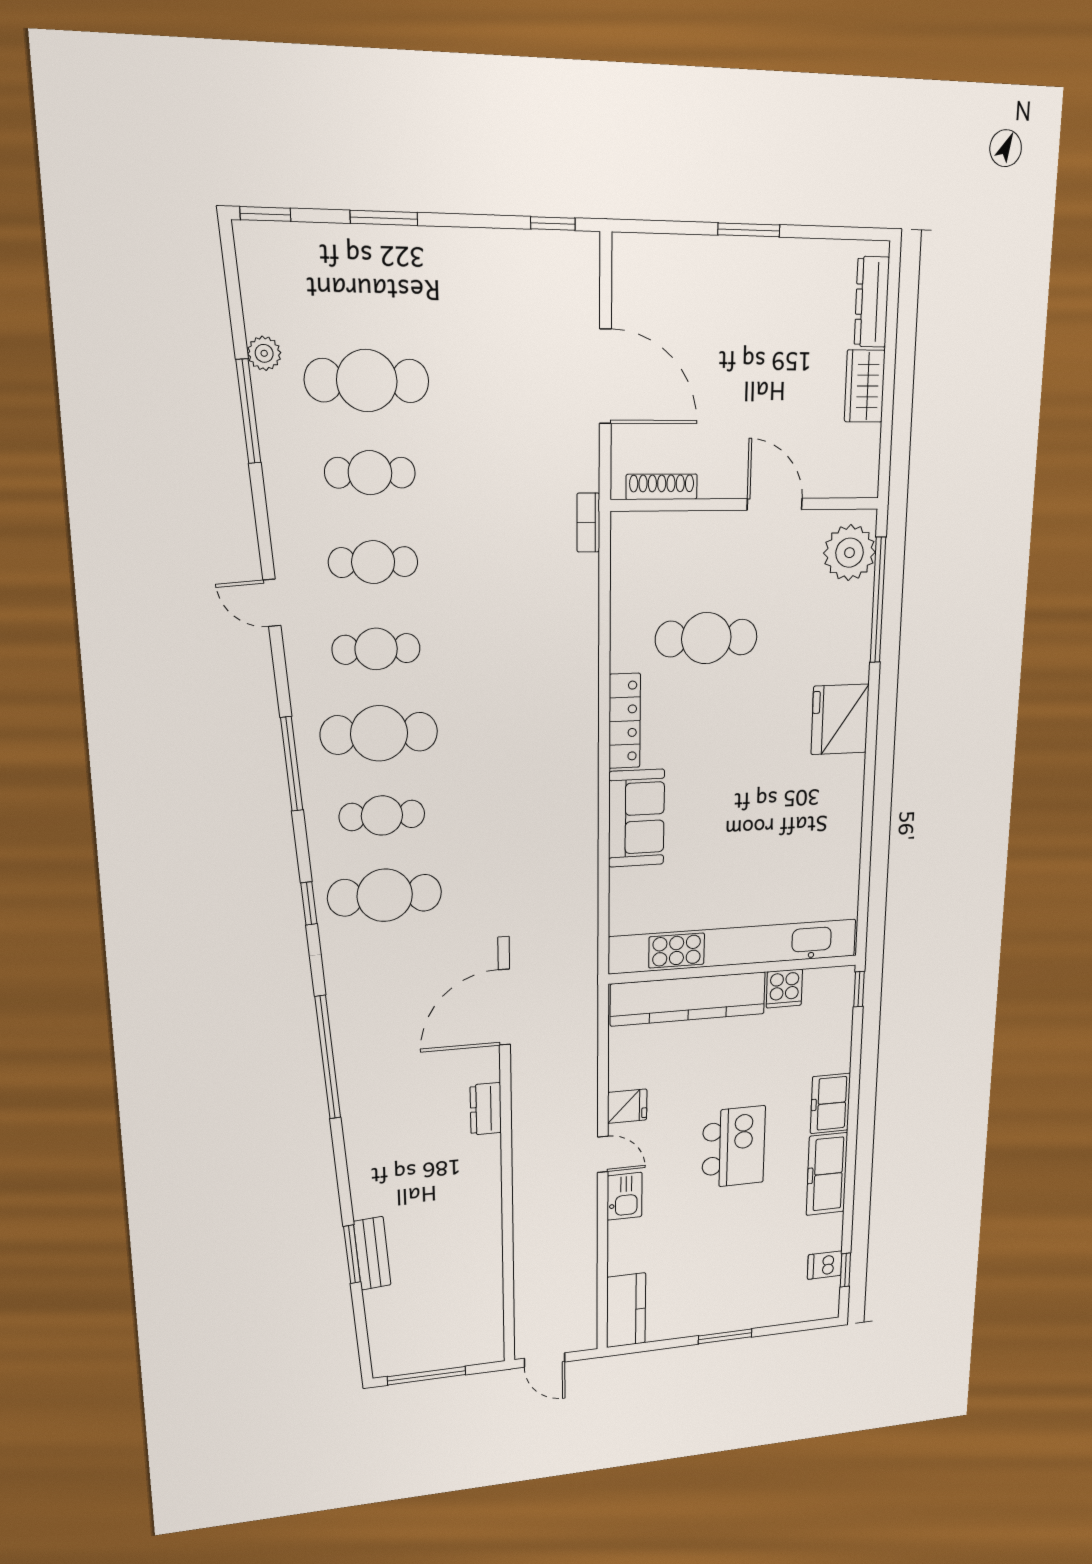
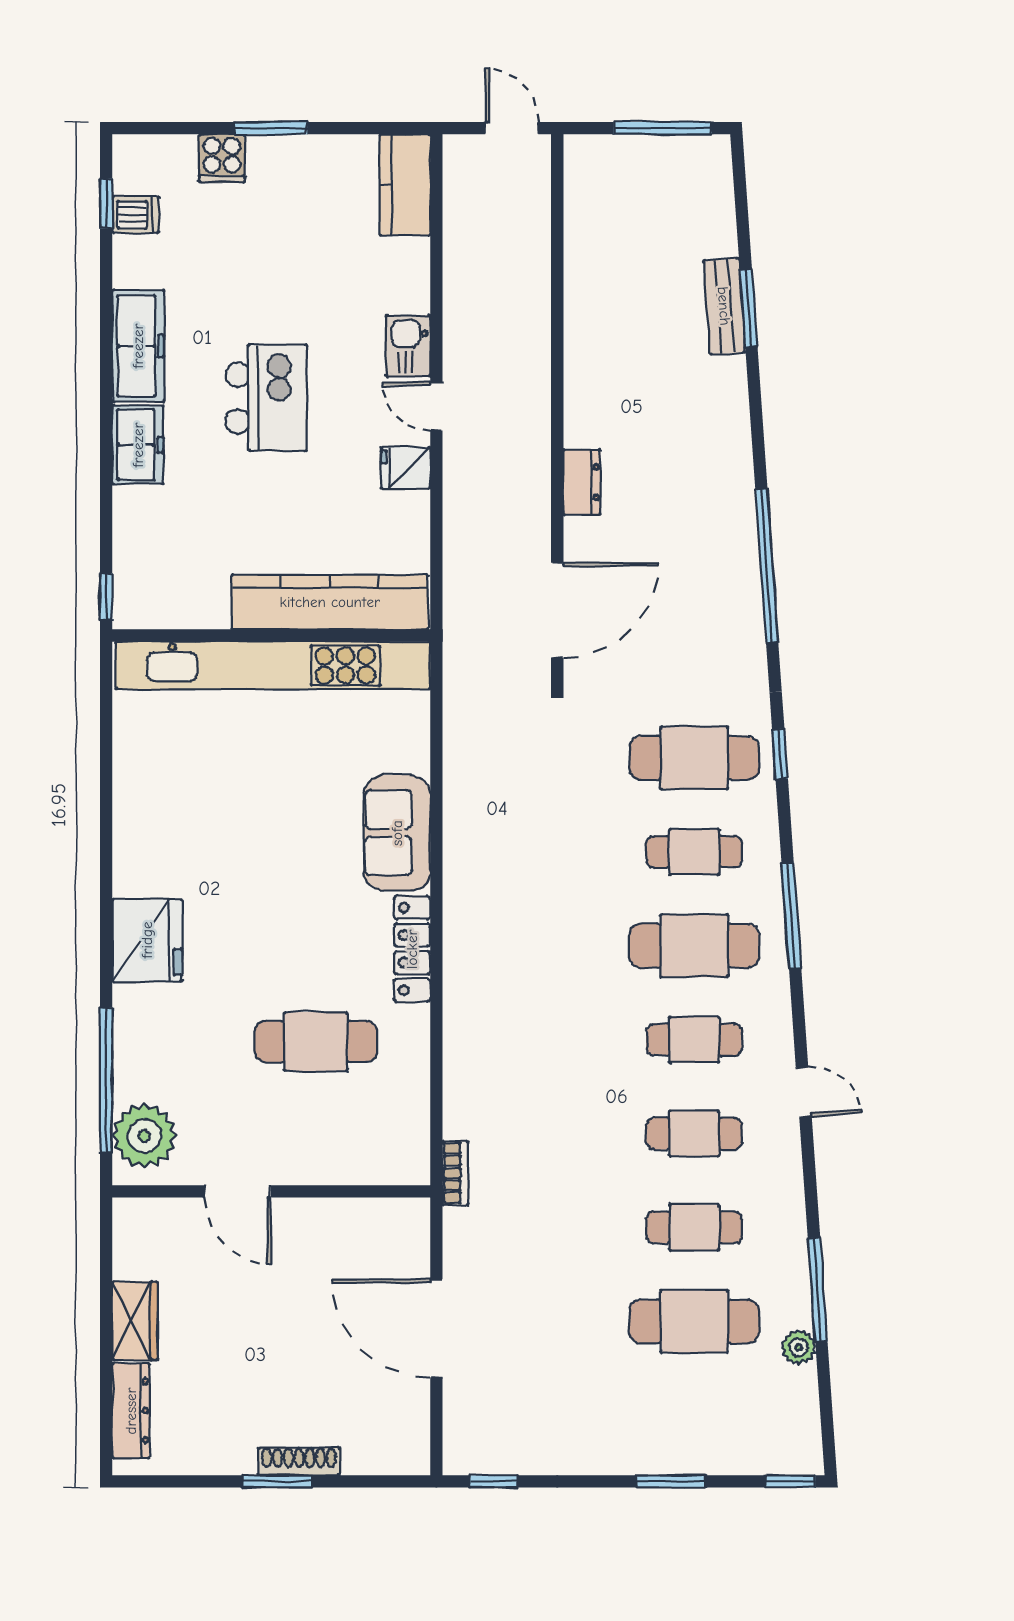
shoe rack: (662, 487) -> (299, 1461), moved, turned 180
cooker: (784, 989) -> (222, 158), moved, turned 180
kitchen island: (734, 1147) -> (266, 398), turned 180

